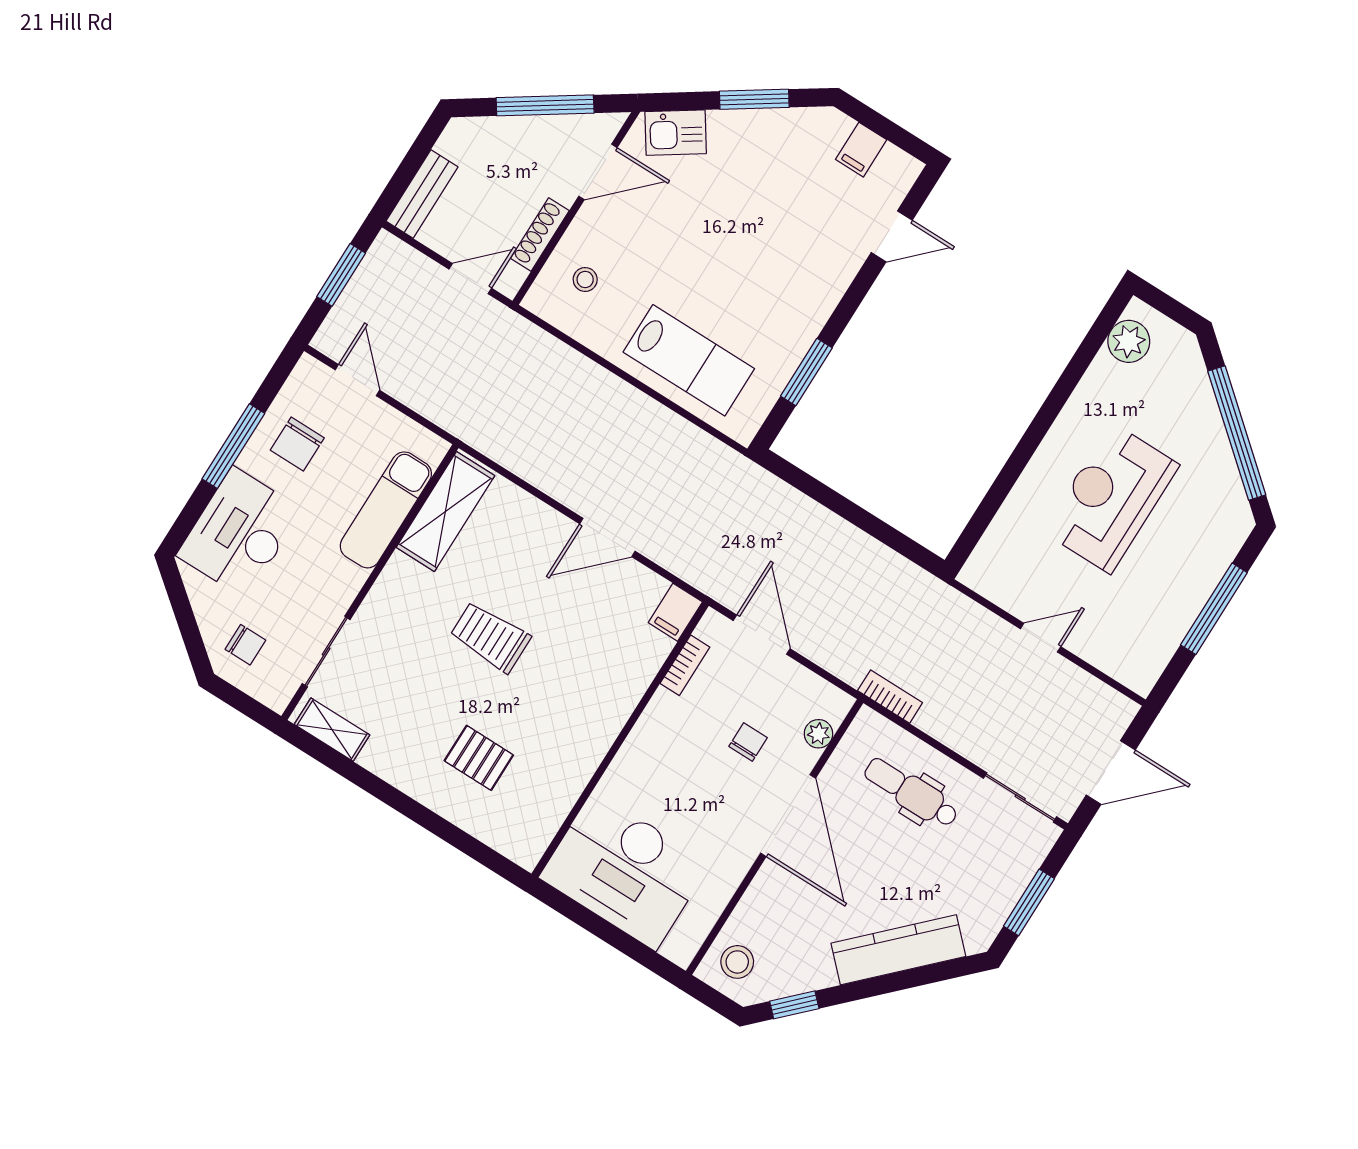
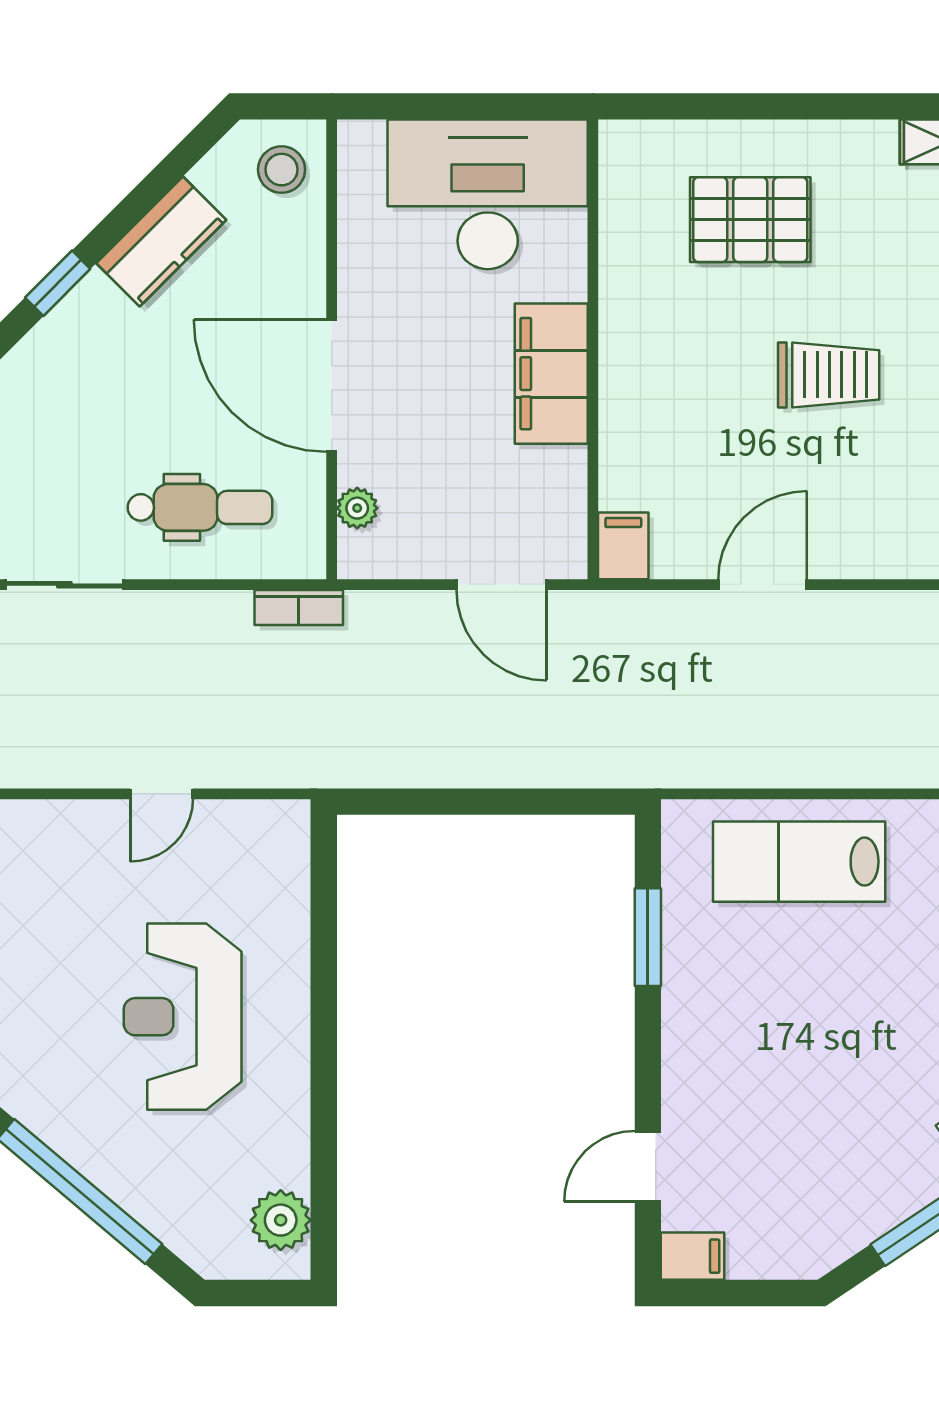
filing cabinet: (861, 150) -> (693, 1256), moved, turned 90
reception desk: (1111, 498) -> (183, 1017), turned 180
bookcase: (685, 665) -> (571, 489), removed
filing cabinet: (654, 741) -> (551, 374), added
chair: (748, 742) -> (436, 444), removed
pallet: (479, 758) -> (750, 220), width x1.50, depth x1.42
kitchen counter: (898, 950) -> (161, 242), moved, width x0.67
window: (794, 1005) -> (58, 283), moved

